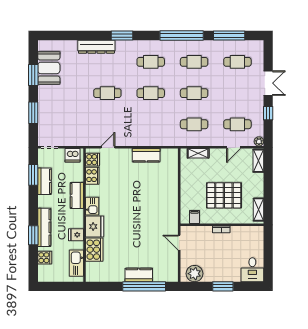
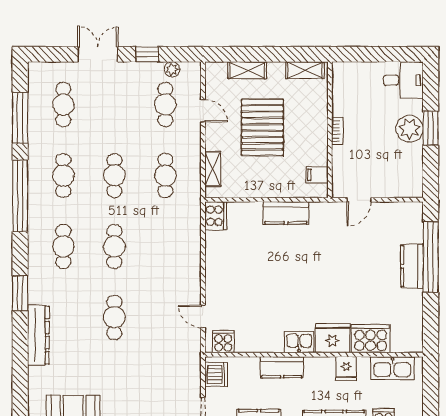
plant: (259, 141) -> (172, 69), moved
kitchen counter: (146, 155) -> (286, 213), moved, turned 90
shelving: (258, 161) -> (247, 70), moved
cooker: (92, 176) -> (216, 216), moved, turned 90
pallet: (224, 195) -> (262, 127), moved
plant: (195, 274) -> (410, 129), moved

